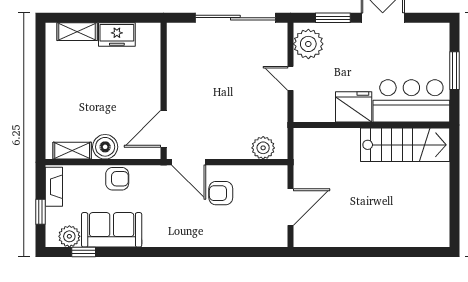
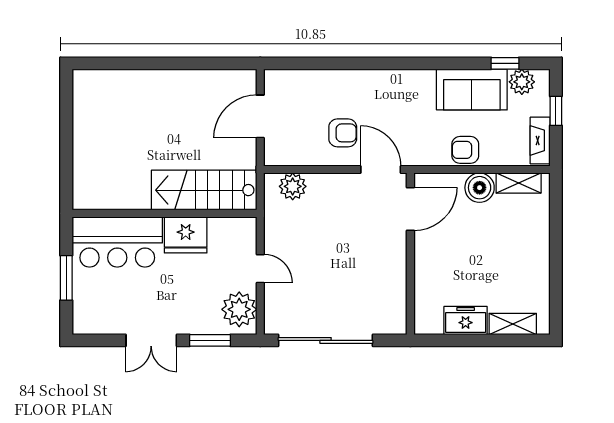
stairs: (405, 145) -> (204, 190), moved

